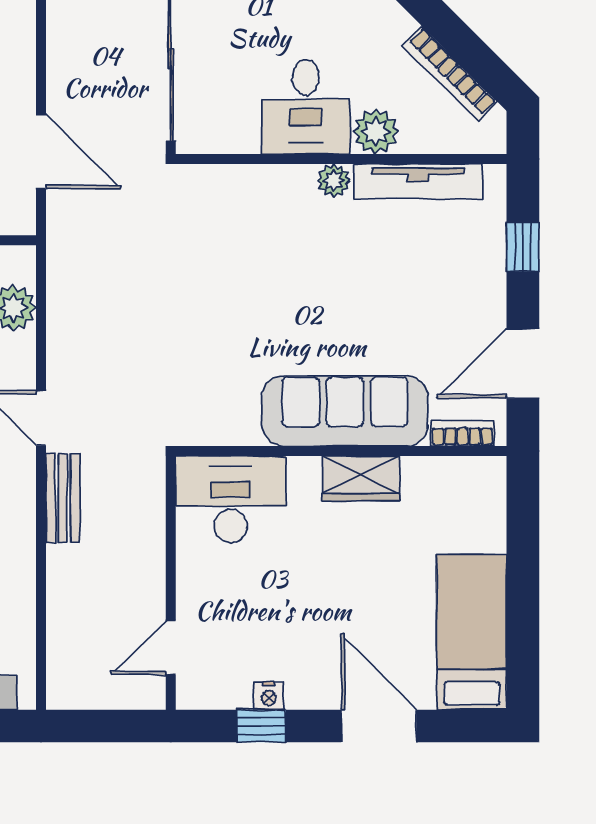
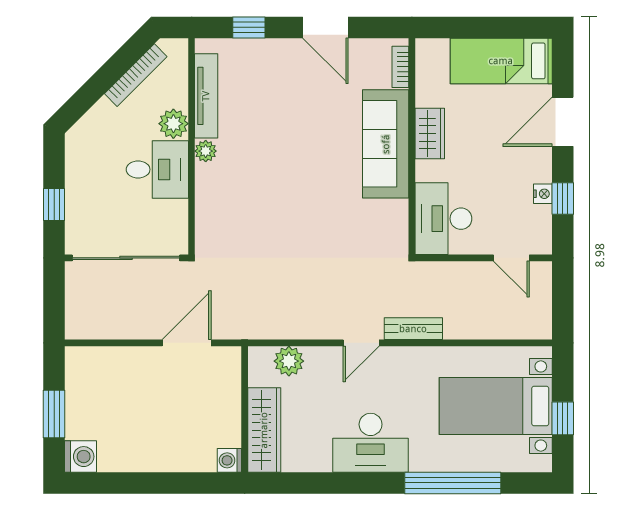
sofa: (345, 411) -> (386, 144), moved
bookcase: (463, 434) -> (400, 67), moved
wall: (341, 451) -> (412, 146), moved
wardrobe: (361, 478) -> (430, 134), moved
desk: (231, 499) -> (443, 219), moved

